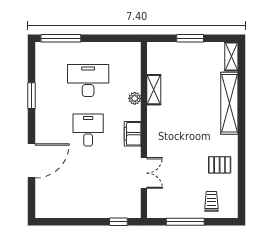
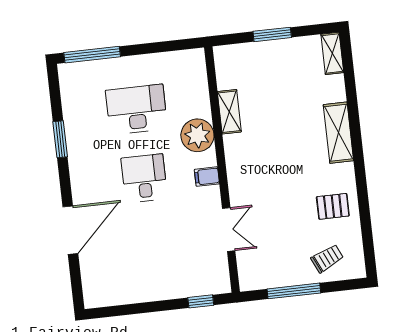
plant: (135, 98) -> (197, 135), width x1.88, depth x1.88
shelving: (229, 103) -> (338, 133), width x0.68
filing cabinet: (133, 134) -> (207, 177), width x0.50
trolley: (211, 201) -> (327, 258), turned 65

